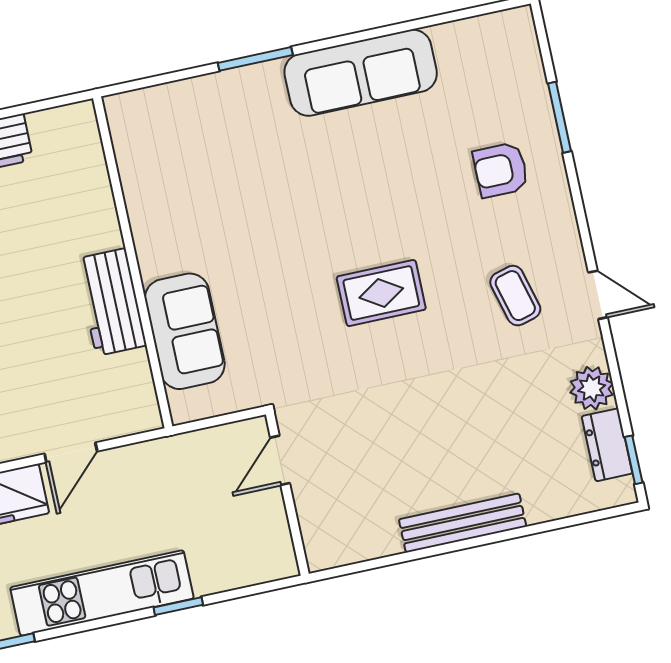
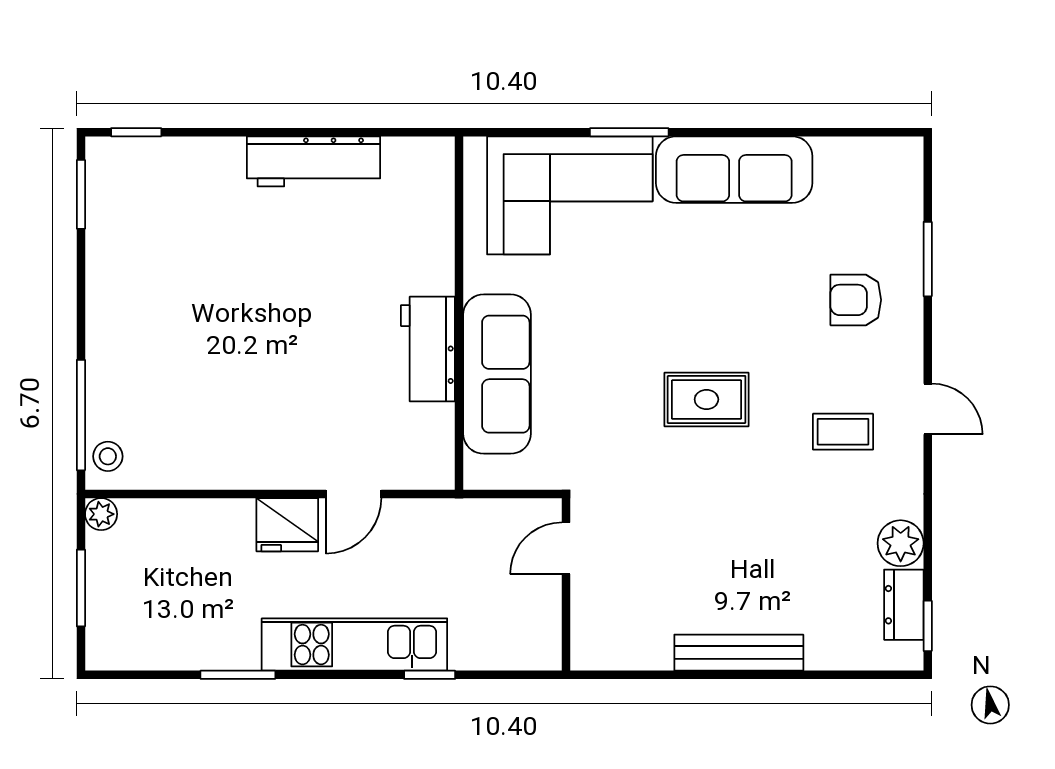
corner sofa: (212, 130) -> (570, 195), added
door: (598, 295) -> (928, 409), moved
coffee table: (515, 296) -> (843, 432), turned -75
sofa: (185, 331) -> (497, 374), width x1.36

